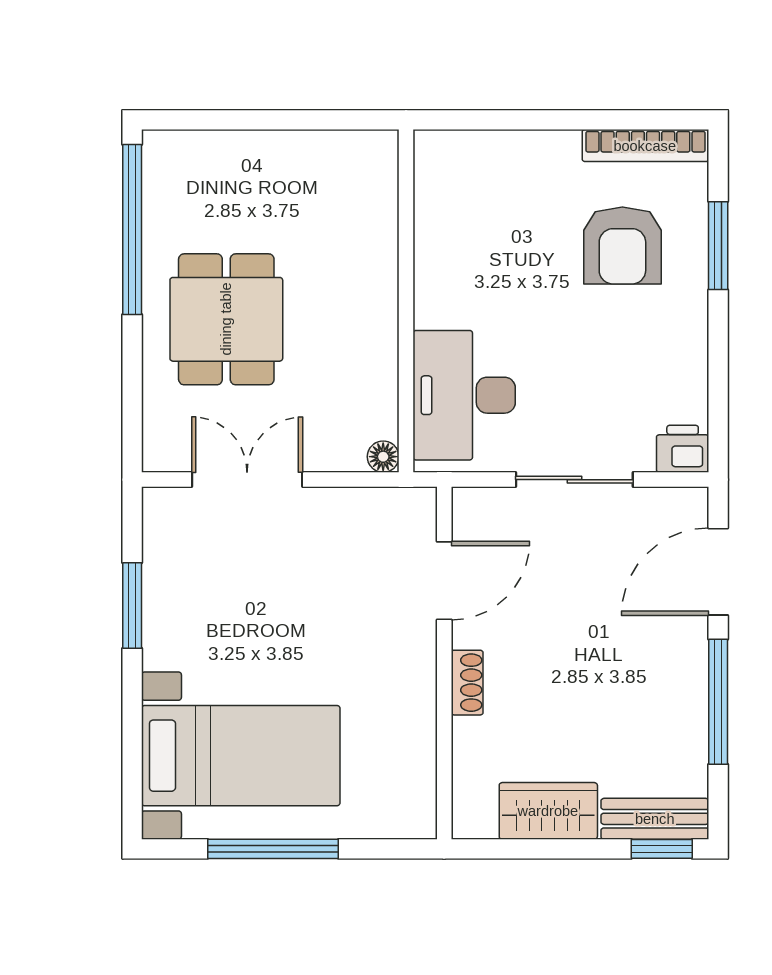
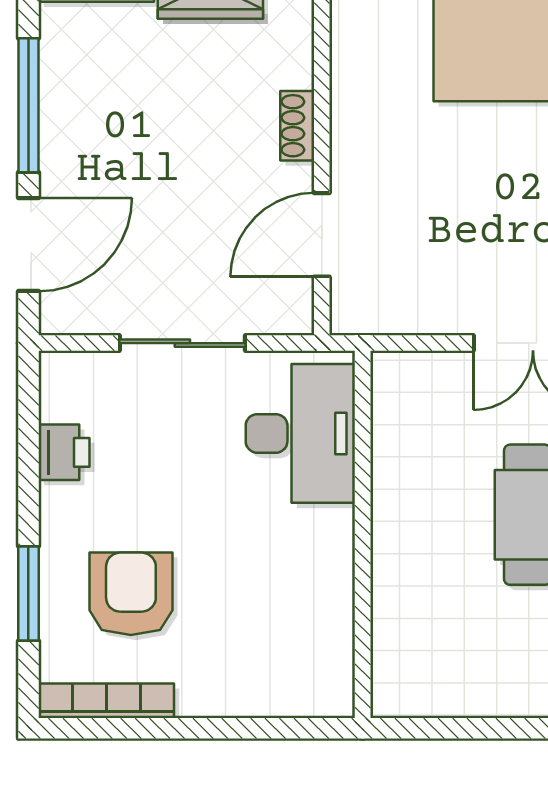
printer: (683, 449) -> (64, 452), moved, turned -90
floor lamp: (383, 457) -> (387, 368), removed

